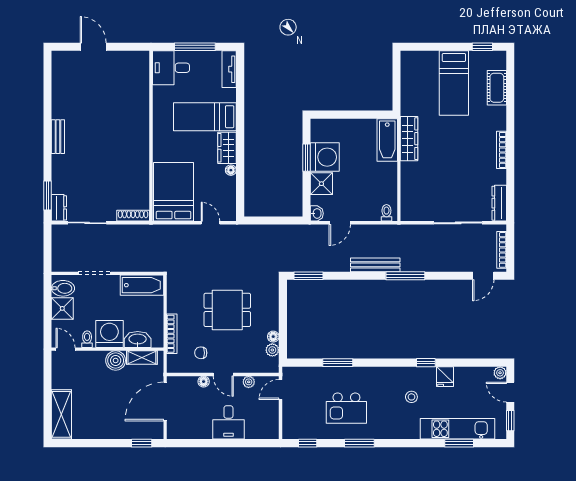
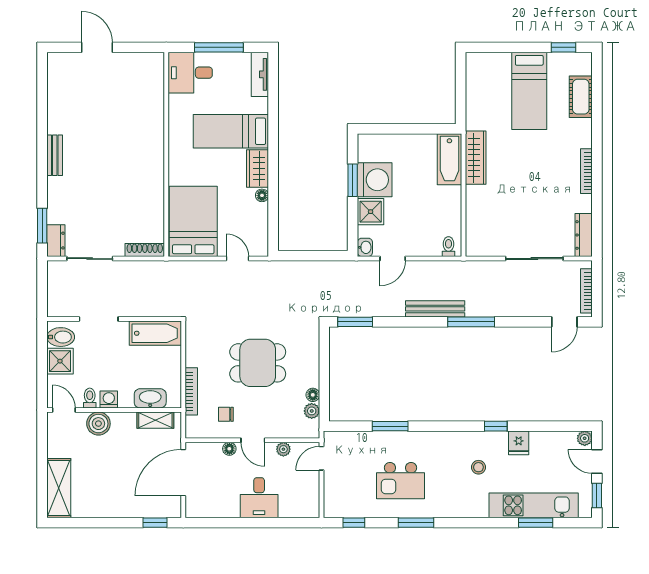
washing machine: (109, 334) -> (109, 399), width x0.53, depth x0.53
boiler: (116, 360) -> (98, 424), moved

